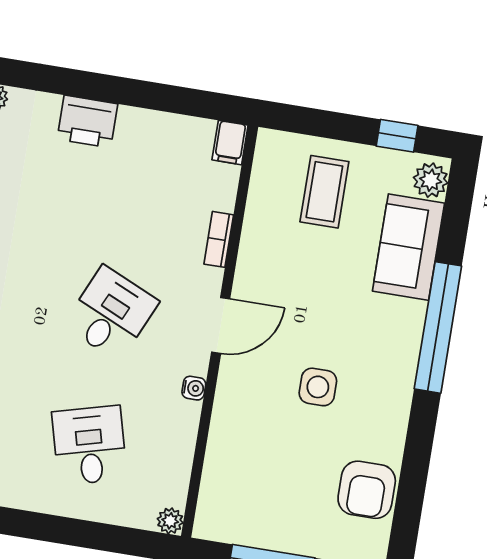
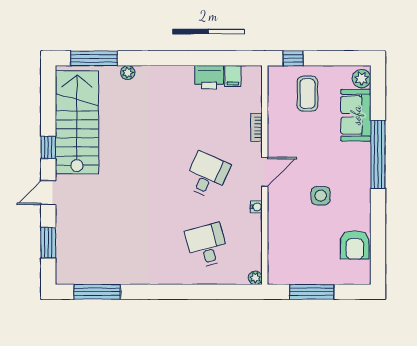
printer: (87, 122) -> (209, 77), moved
window: (397, 136) -> (293, 58), moved
filing cabinet: (230, 143) -> (233, 76), moved

